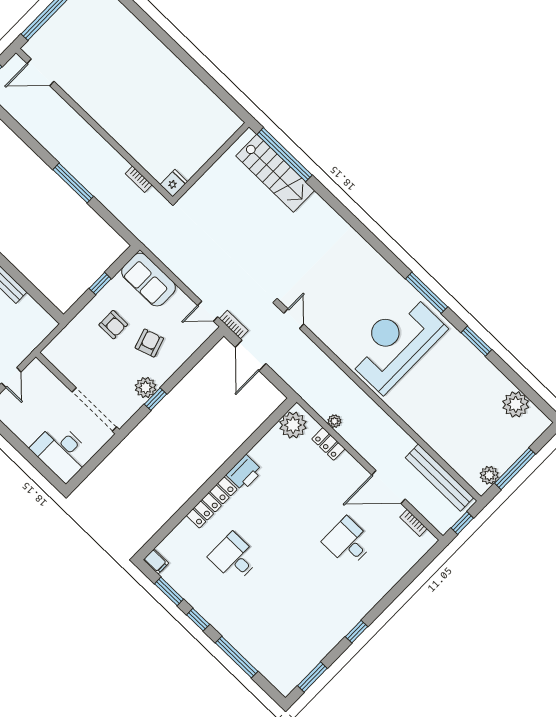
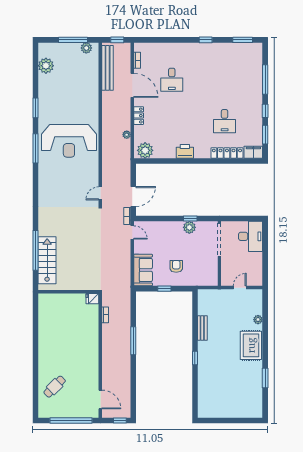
cafe table: (111, 31) -> (55, 387), added
window: (285, 155) -> (36, 250), moved
armchair: (149, 343) -> (169, 244), removed
locker: (328, 444) -> (139, 116), moved
locker: (212, 502) -> (227, 153), moved
filing cabinet: (156, 561) -> (253, 152), width x2.00

